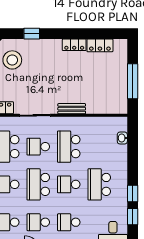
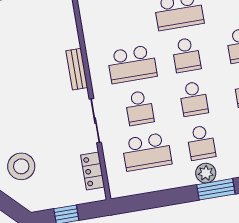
school desk: (38, 184) -> (194, 99), width x0.54

